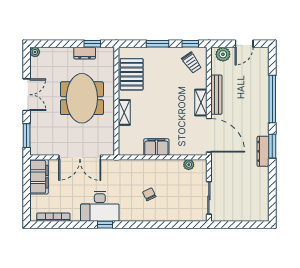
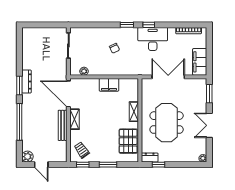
door: (244, 44) -> (41, 165), swing flipped
dresser: (85, 53) -> (150, 157), moved
plant: (223, 54) -> (27, 157), moved
window: (133, 225) -> (127, 25), added

